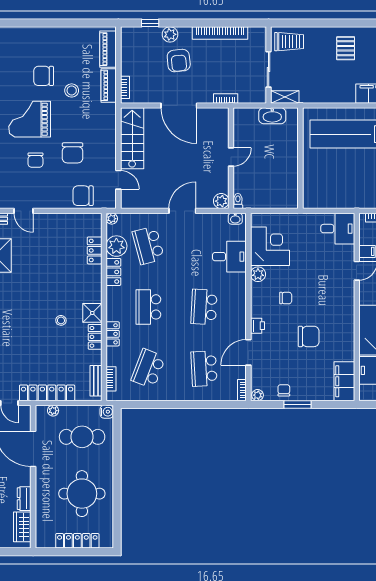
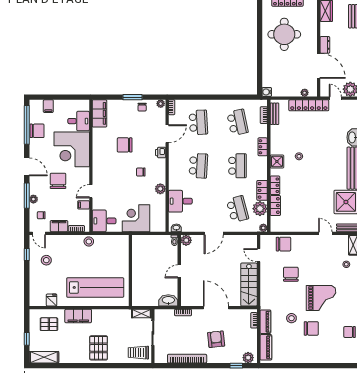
plant: (170, 34) -> (248, 358), moved
pallet: (346, 48) -> (99, 348), width x1.50, depth x1.42
washbasin: (272, 116) -> (168, 300), moved
chair: (35, 160) -> (317, 269), removed
stool: (360, 199) -> (89, 241), added
corner desk: (270, 246) -> (136, 218), moved, turned 90
locker: (95, 337) -> (275, 185), moved
school desk: (148, 369) -> (237, 122), turned -33
cafe table: (82, 437) -> (284, 74), removed
dresser: (24, 499) -> (325, 45), moved

